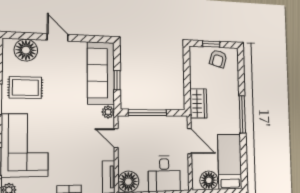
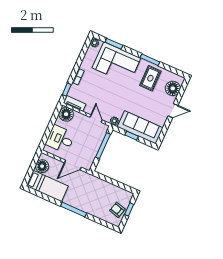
wardrobe: (198, 103) -> (94, 182), removed
door: (116, 138) -> (96, 119), hinge flipped

